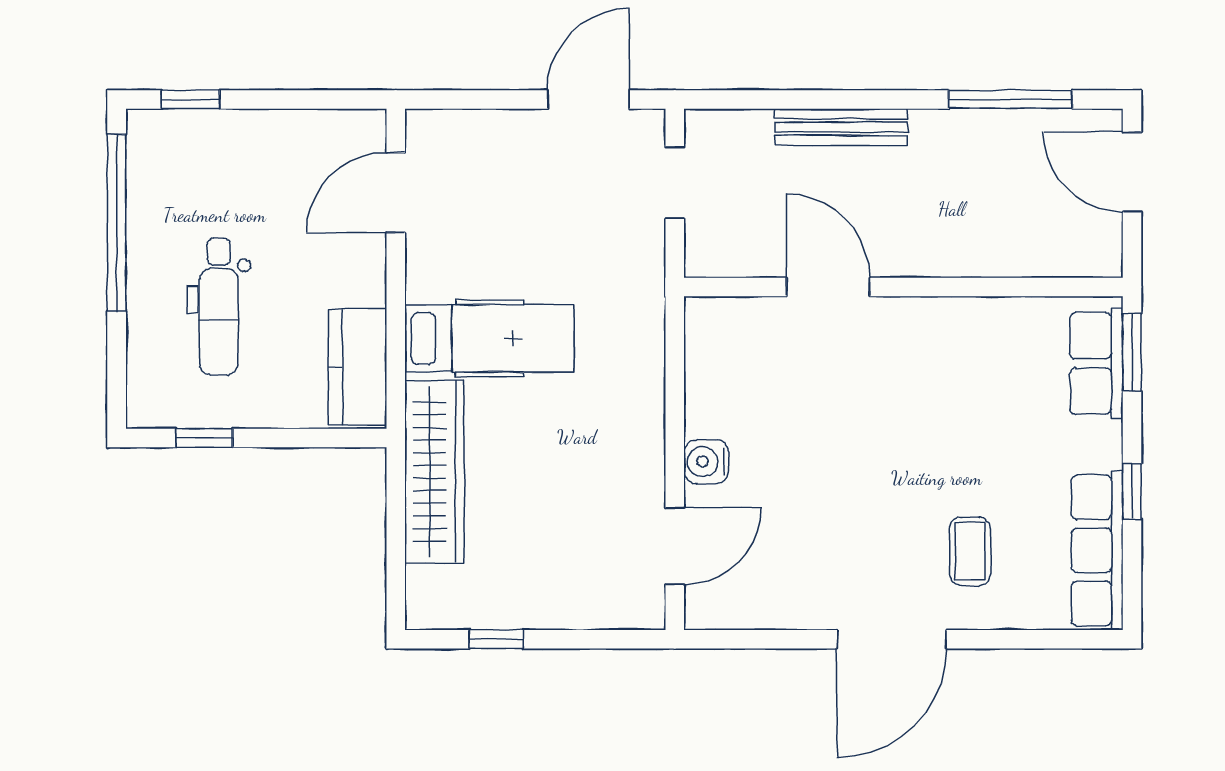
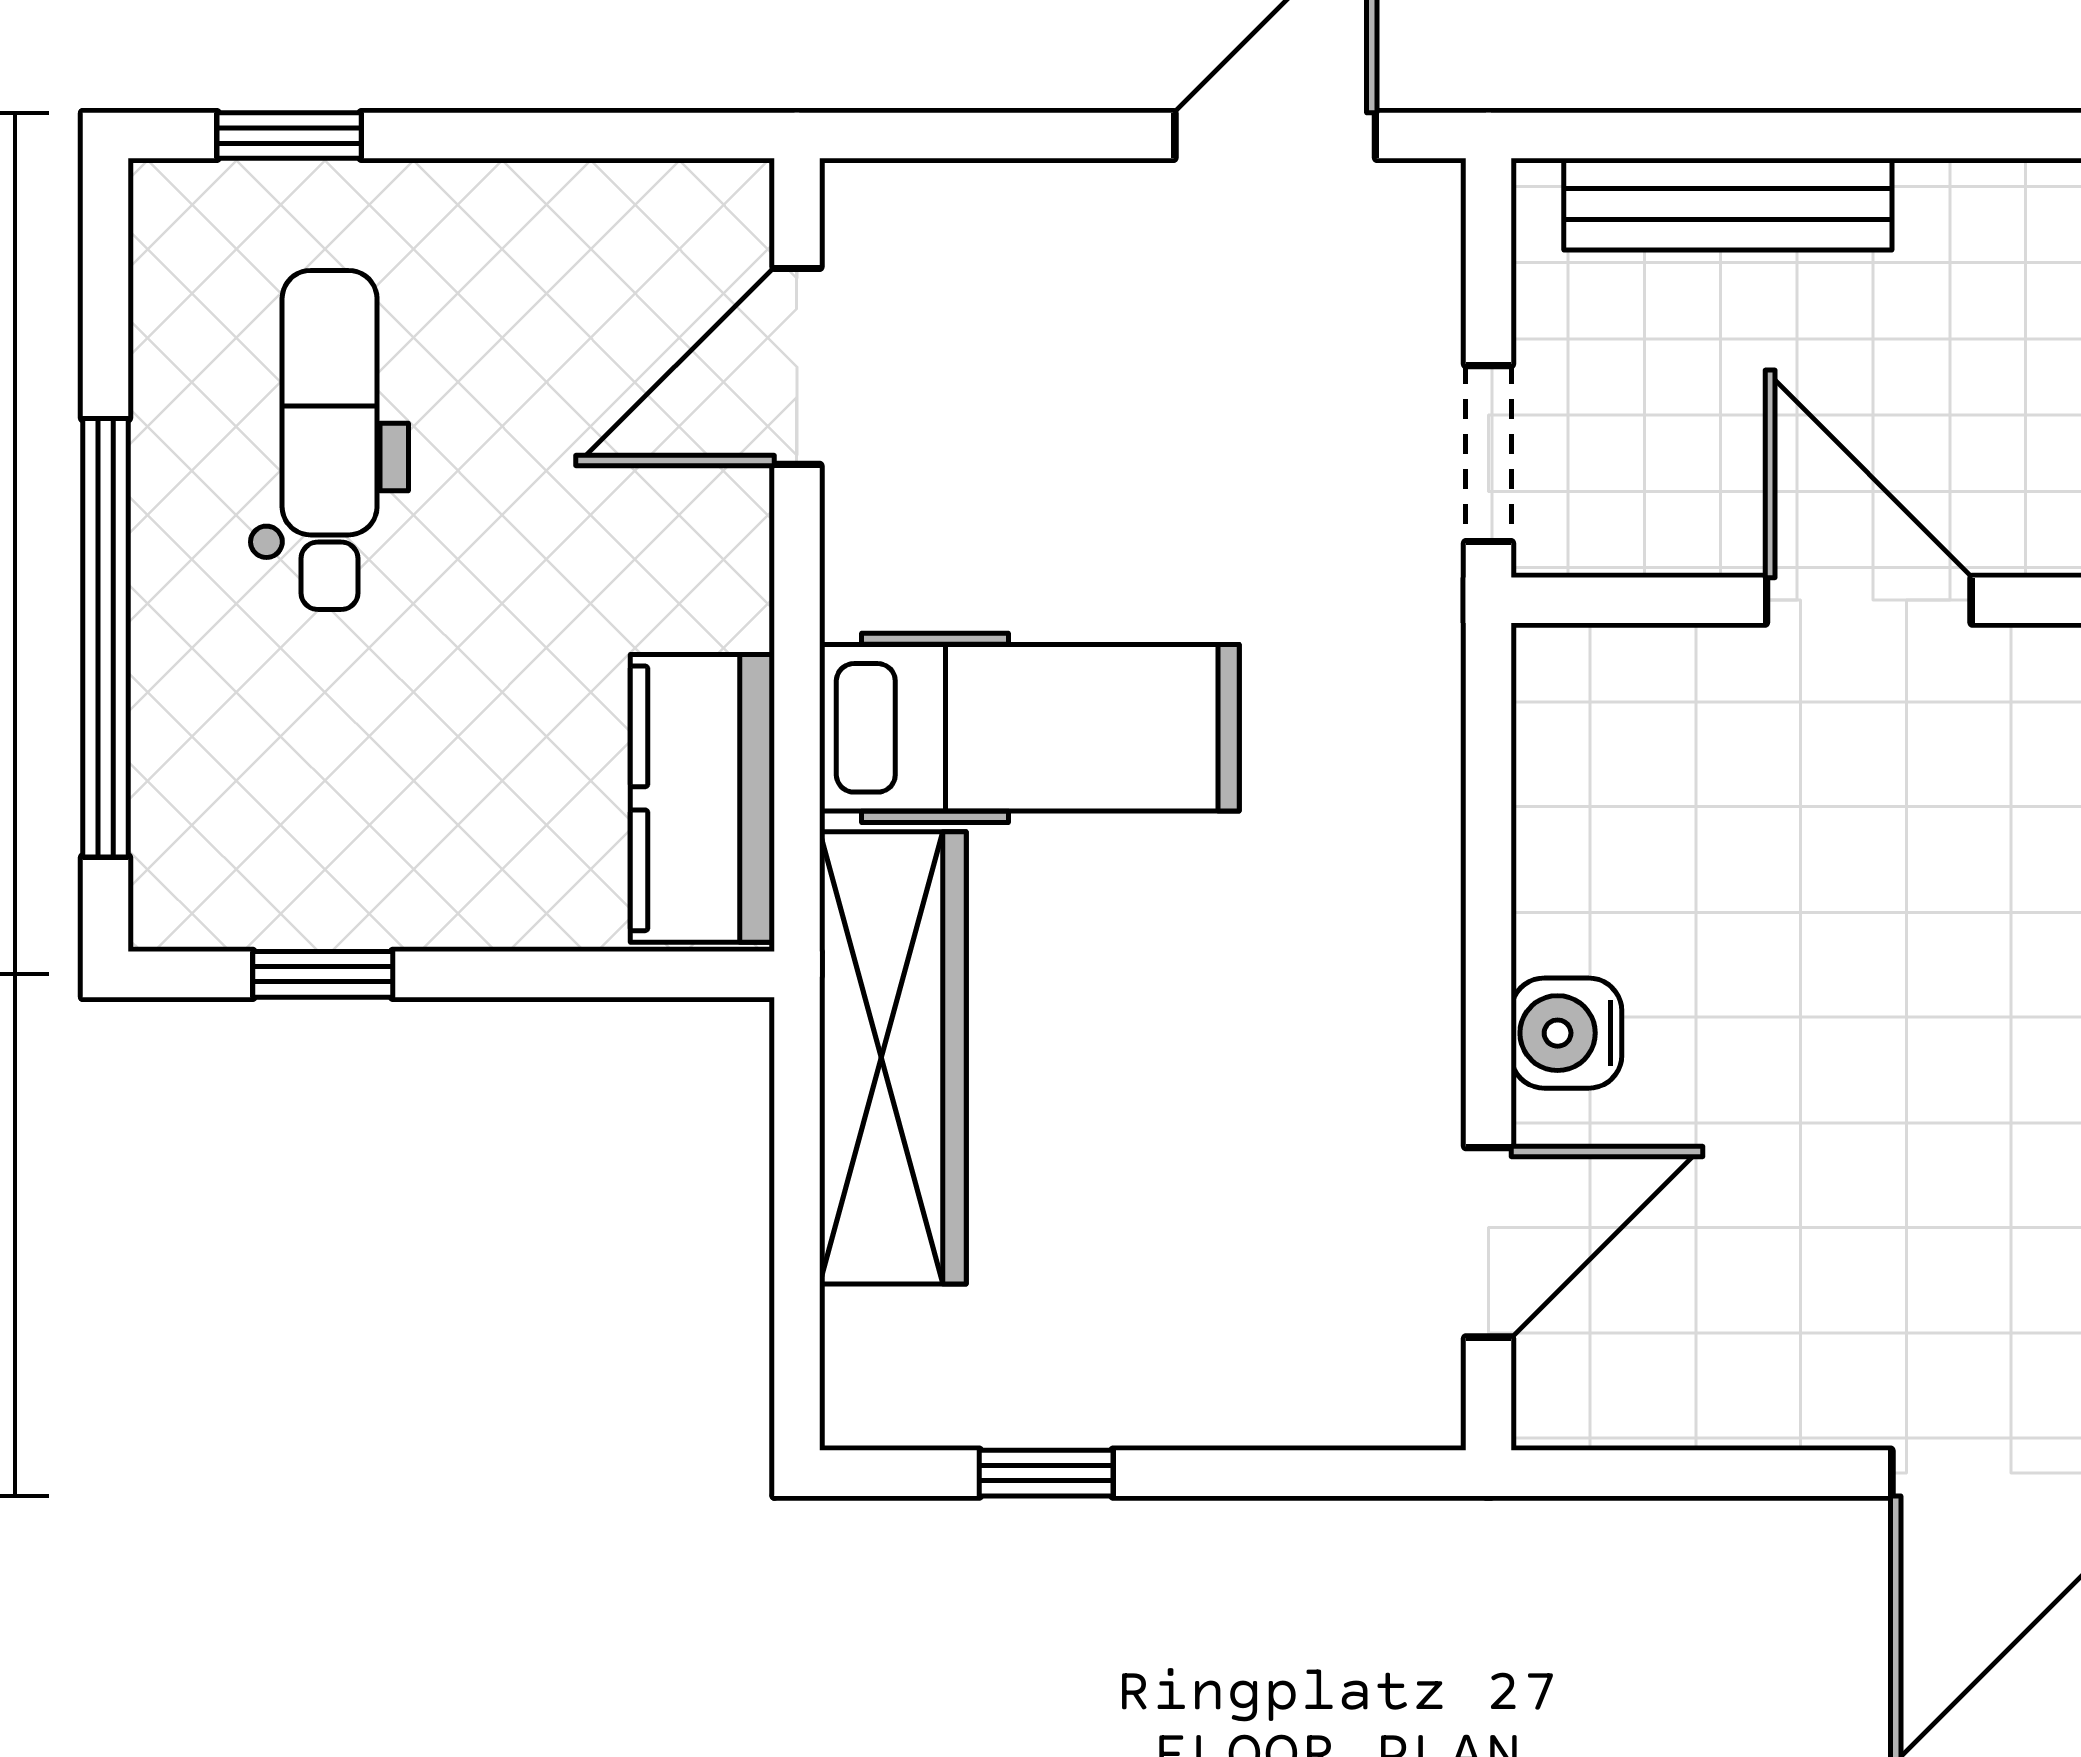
bench: (841, 127) -> (1728, 204), moved
doorway: (675, 183) -> (1488, 454), moved
window: (117, 223) -> (105, 638), moved
dental chair: (219, 306) -> (330, 440), moved, turned 180

